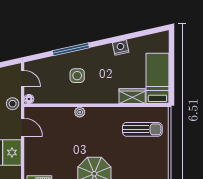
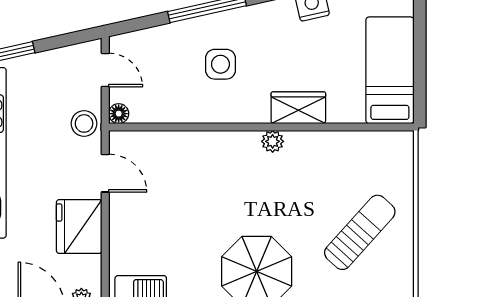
wardrobe: (132, 96) -> (298, 108), moved
plant: (80, 112) -> (273, 141), moved
sun lounger: (142, 129) -> (360, 232), moved, turned -48

